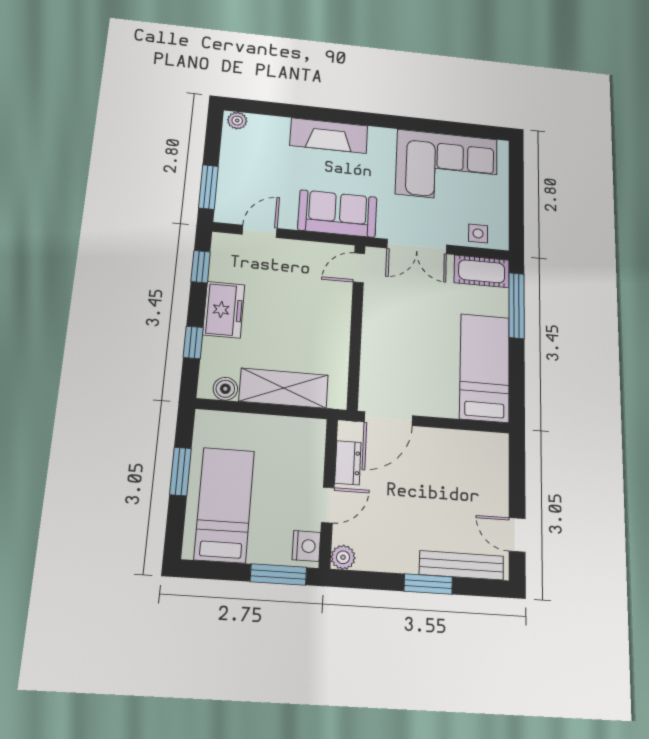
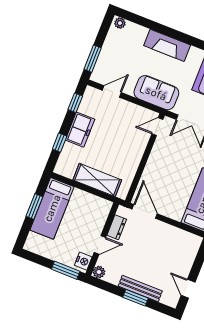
boiler: (225, 389) -> (68, 172), removed
door: (388, 419) -> (145, 211), swing flipped
bed: (224, 505) -> (52, 208), moved, turned 180
bench: (461, 565) -> (140, 288), moved

